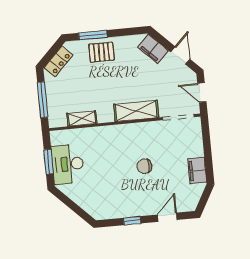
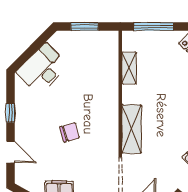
desk: (68, 164) -> (42, 69), moved, turned -45
chair: (144, 166) -> (69, 132), turned 74

